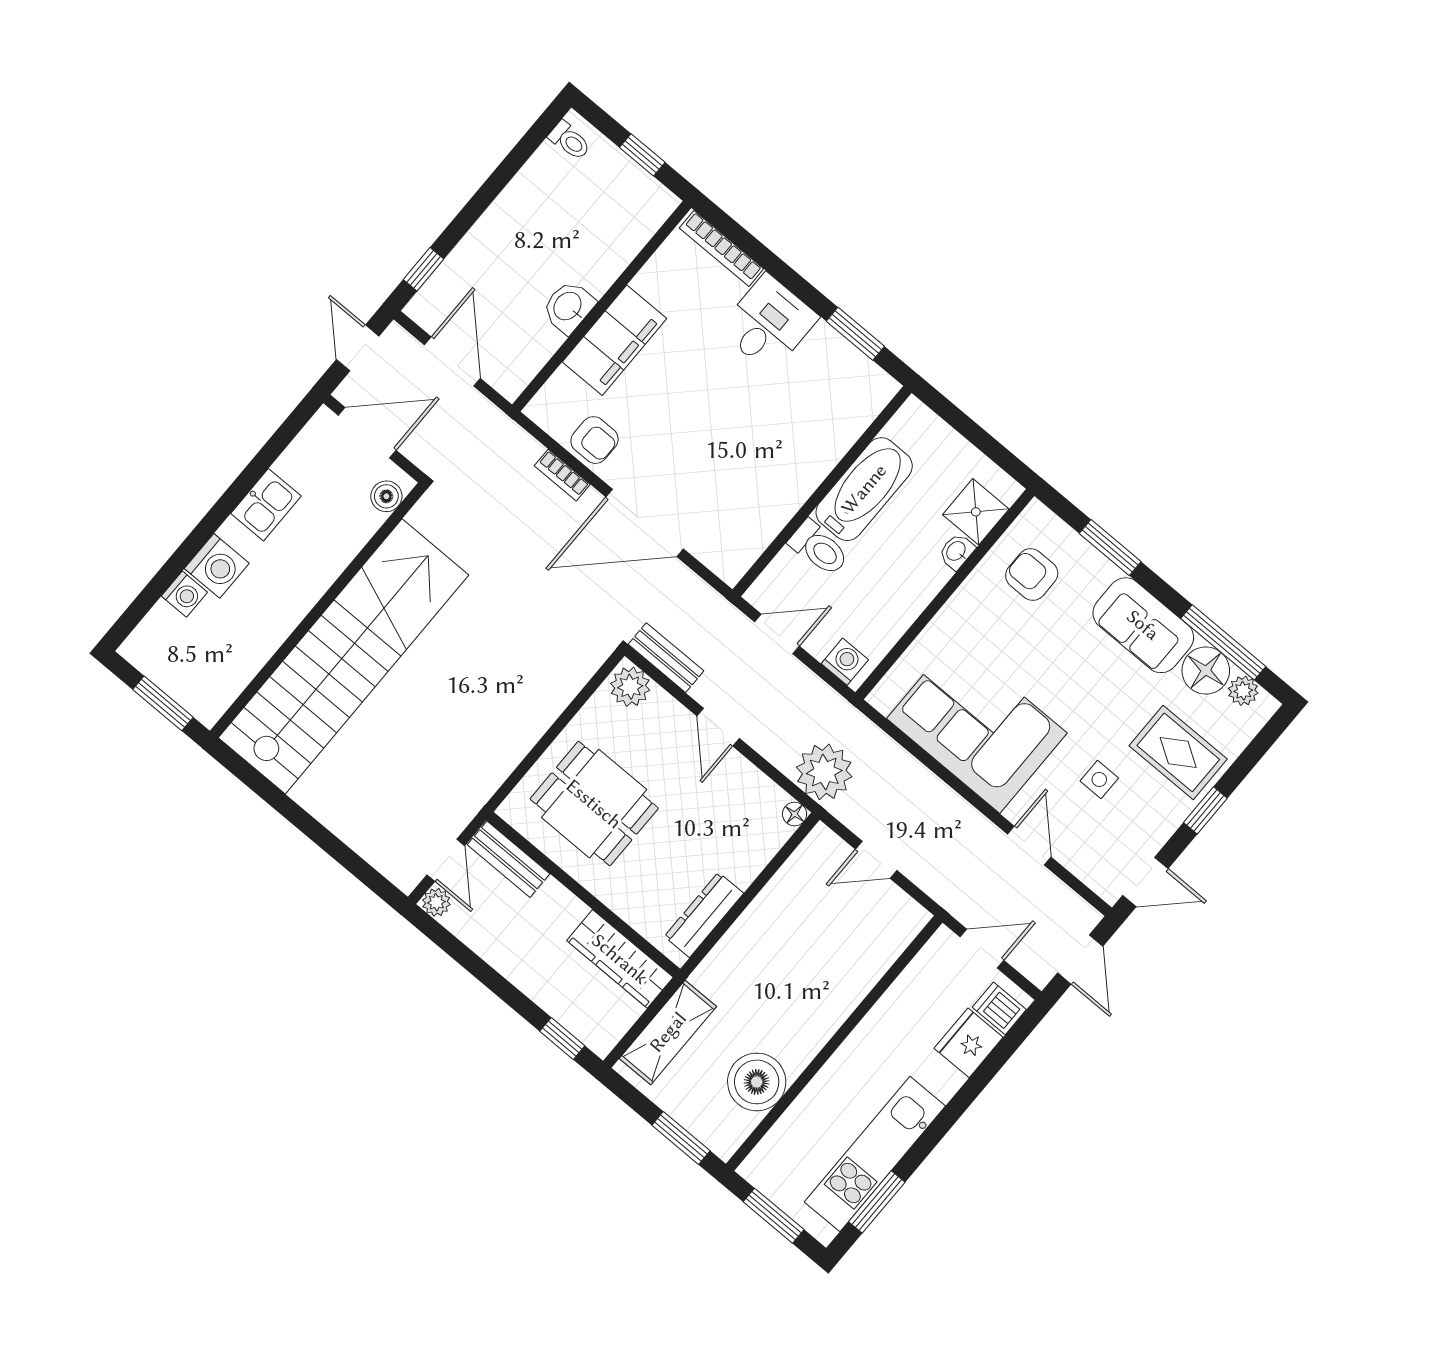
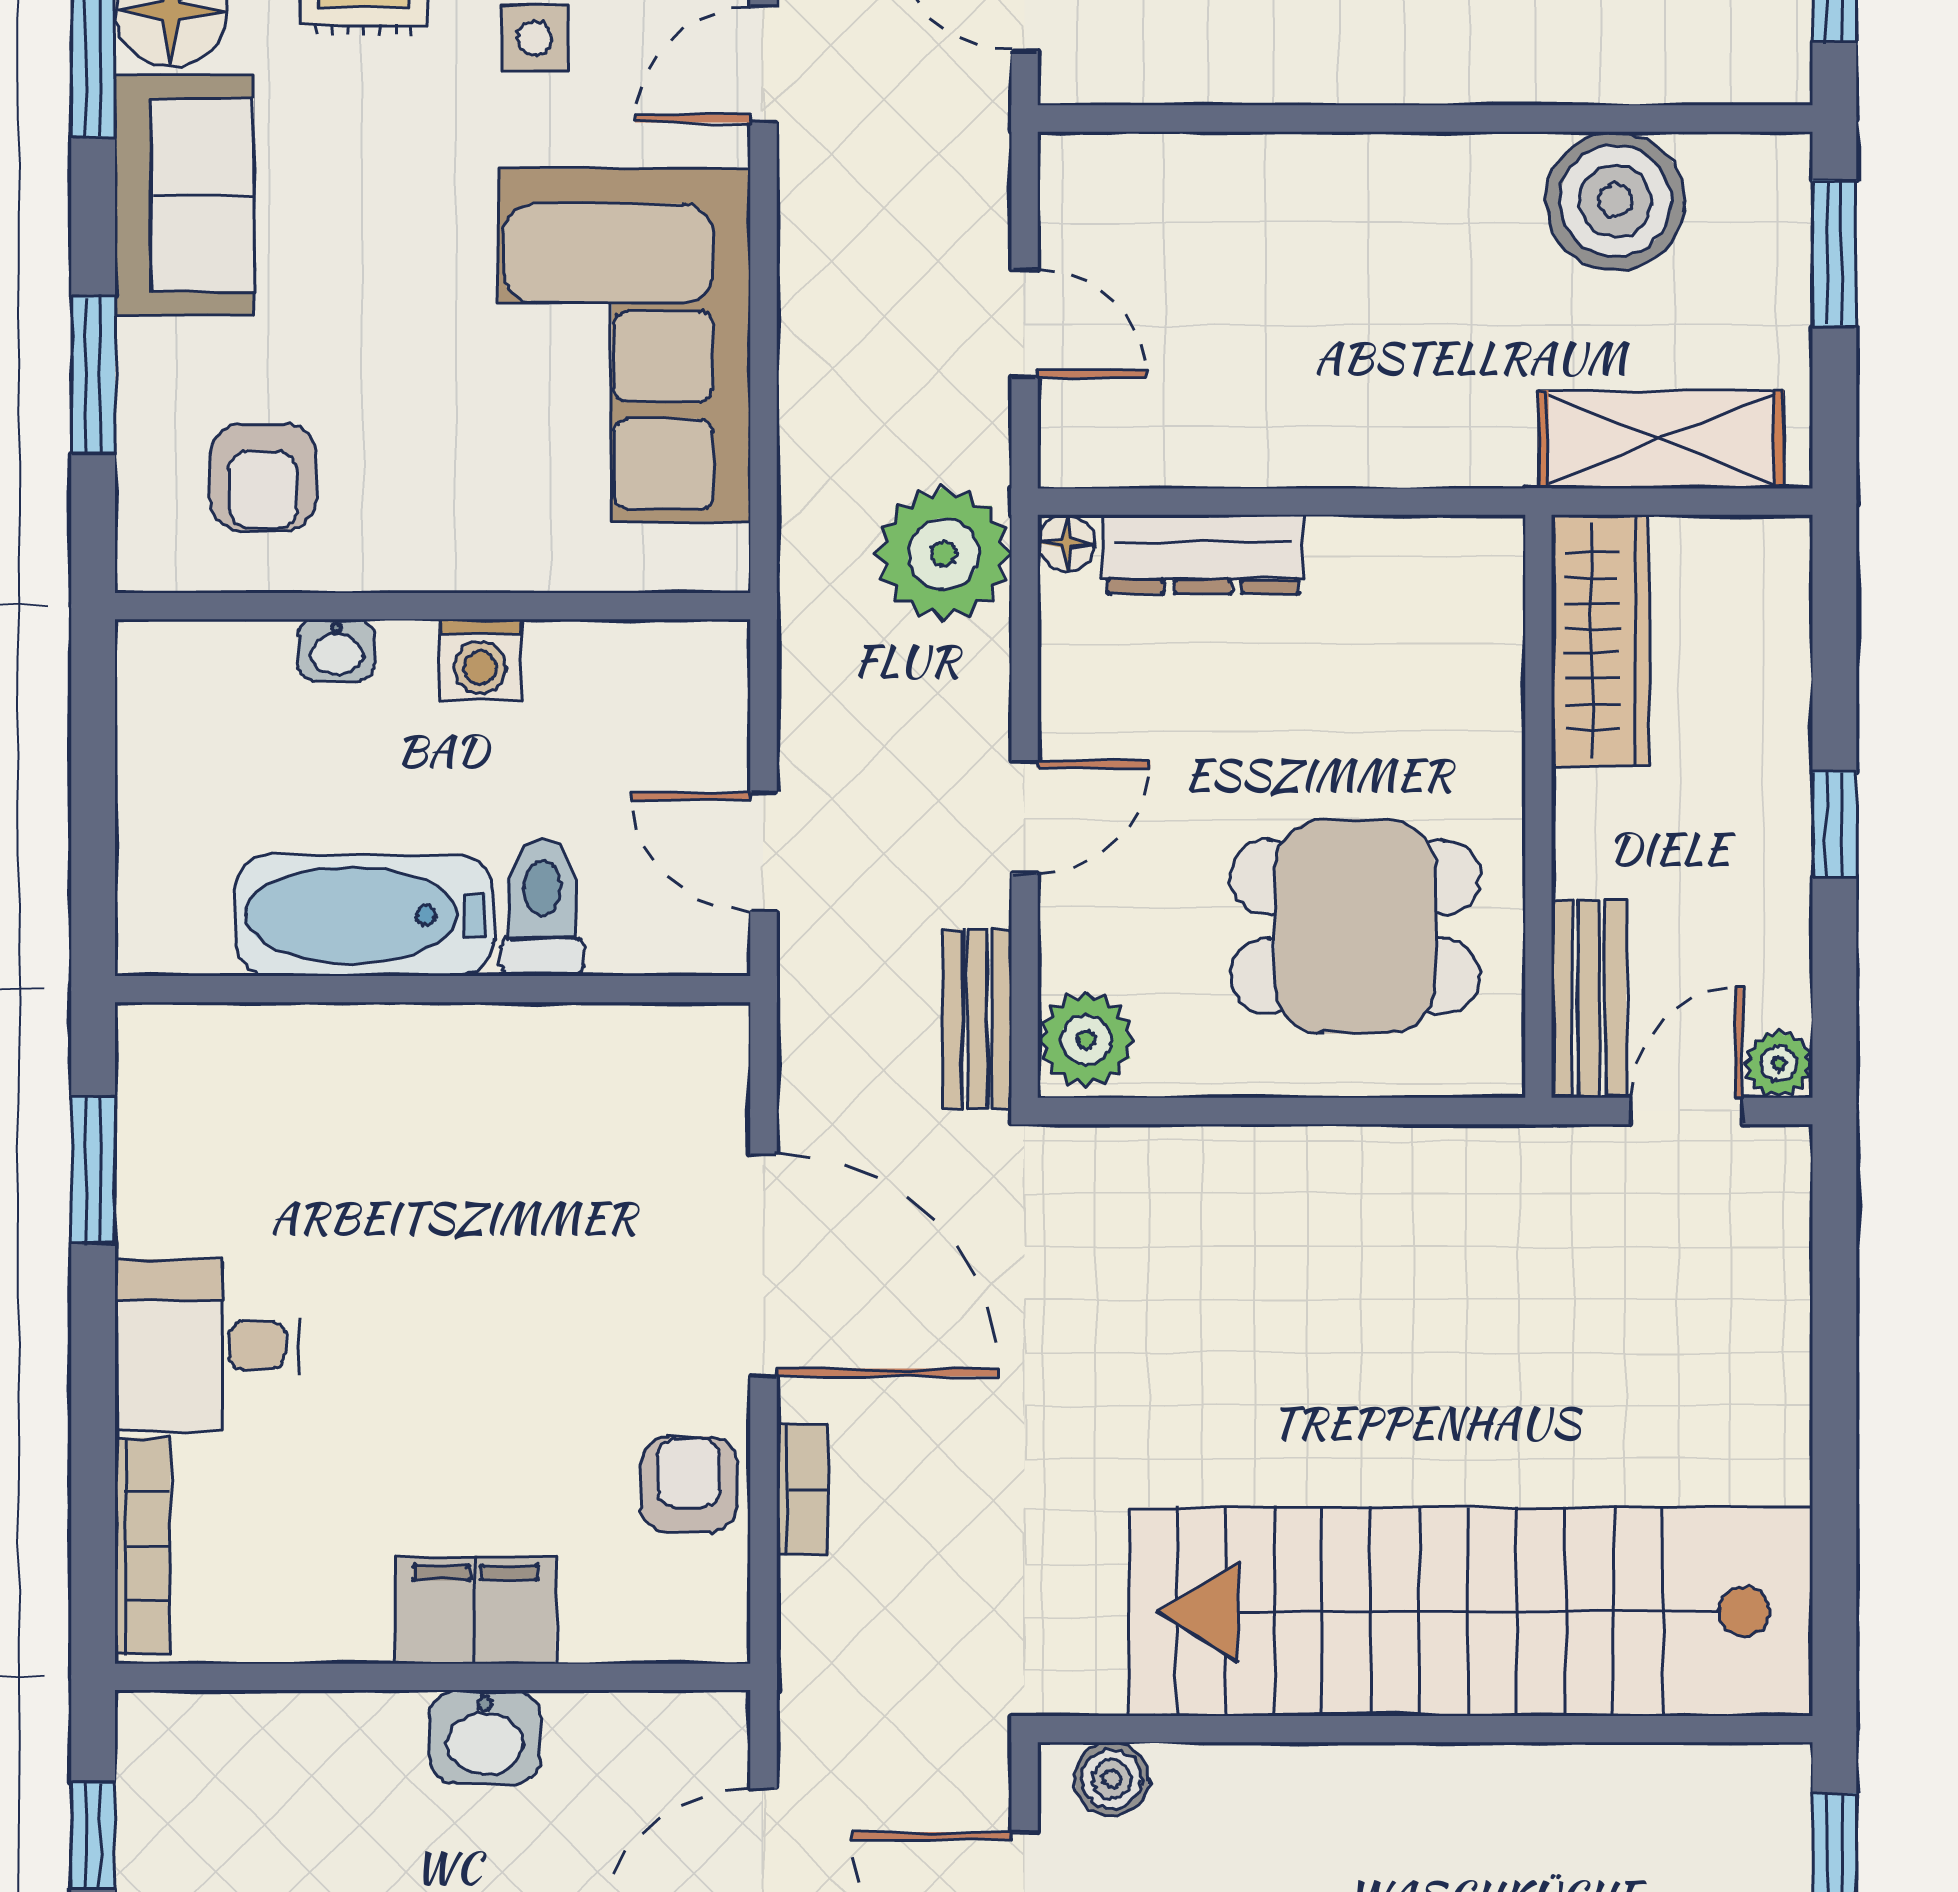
filing cabinet: (614, 340) -> (475, 1610), width x0.67, depth x0.86
shower: (976, 512) -> (234, 676), removed
washing machine: (845, 662) -> (480, 660), moved, turned -90
dining table: (594, 804) -> (1355, 927), turned 90
dresser: (704, 915) -> (1203, 554), moved
window: (562, 1038) -> (1834, 824), moved

